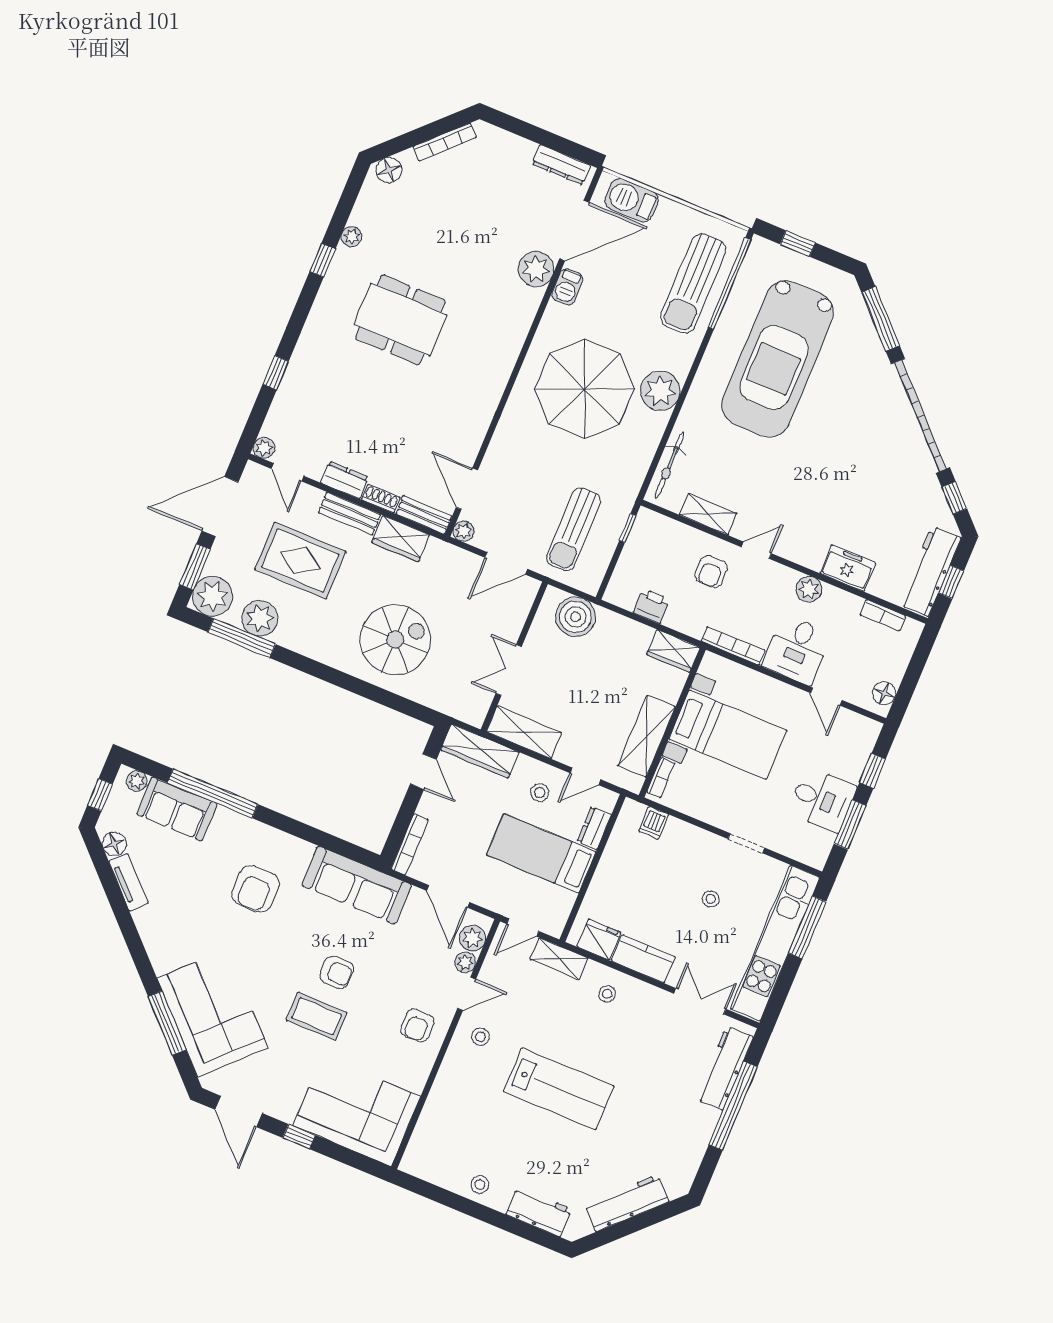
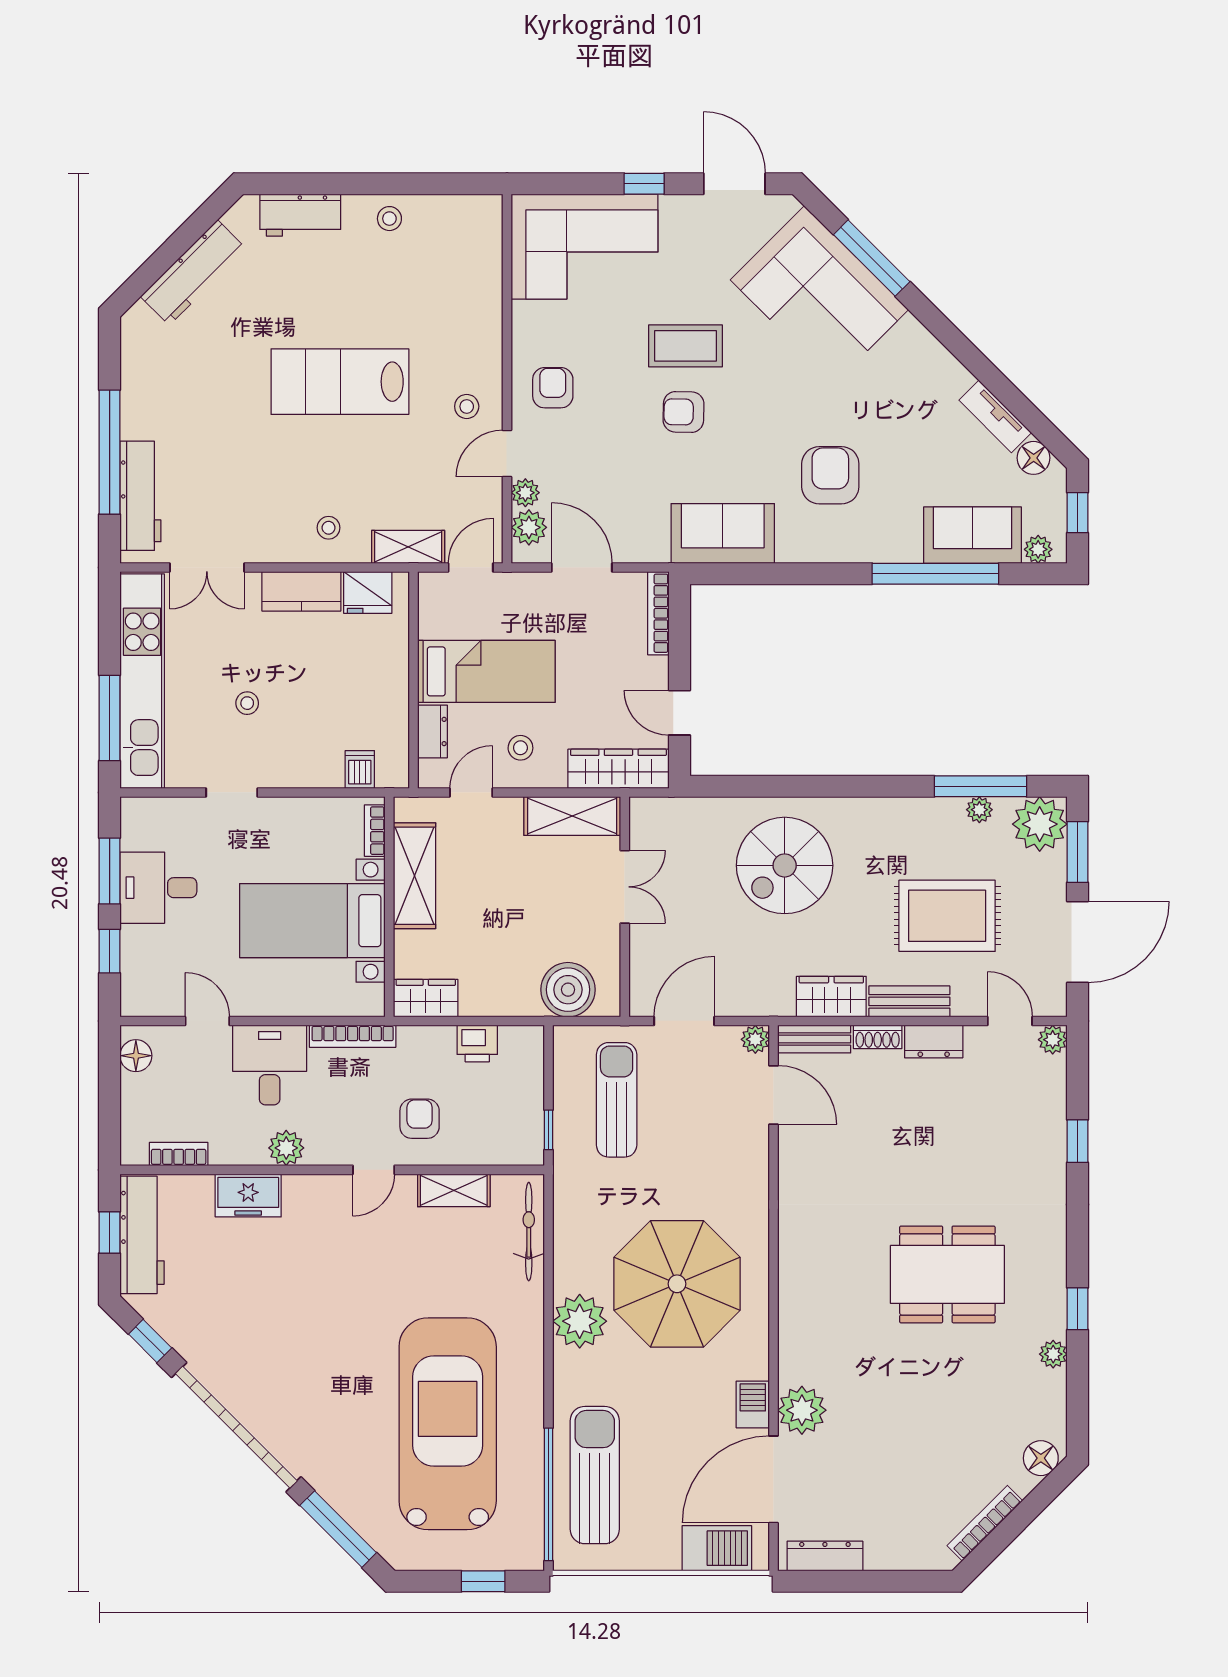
plant: (260, 618) -> (979, 810), width x0.53, depth x0.53
sofa: (357, 885) -> (723, 533), width x0.73

